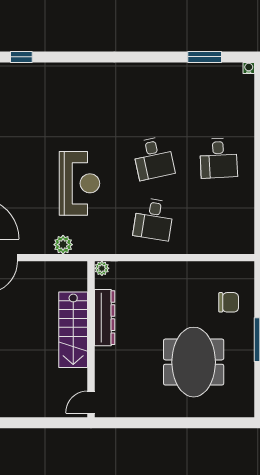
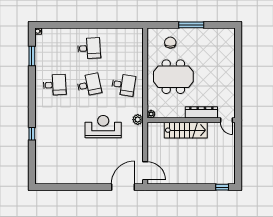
window: (21, 57) -> (32, 134), moved
desk: (154, 97) -> (55, 85), added
plant: (63, 245) -> (138, 120), moved
dresser: (105, 318) -> (201, 112), moved
meeting table: (194, 362) -> (173, 77), moved

